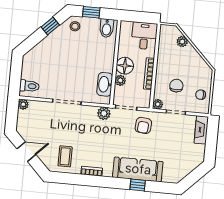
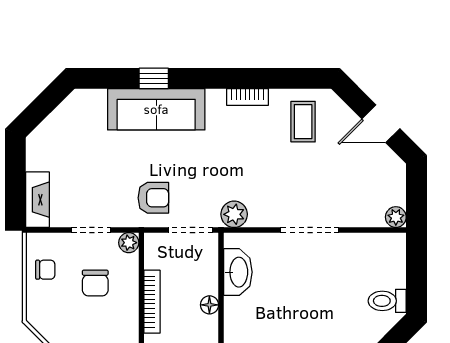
floor lamp: (125, 66) -> (209, 305), width x0.53, depth x0.53
plant: (120, 80) -> (208, 283), removed
toilet: (29, 86) -> (387, 301), moved
armchair: (143, 125) -> (153, 198), turned 85

